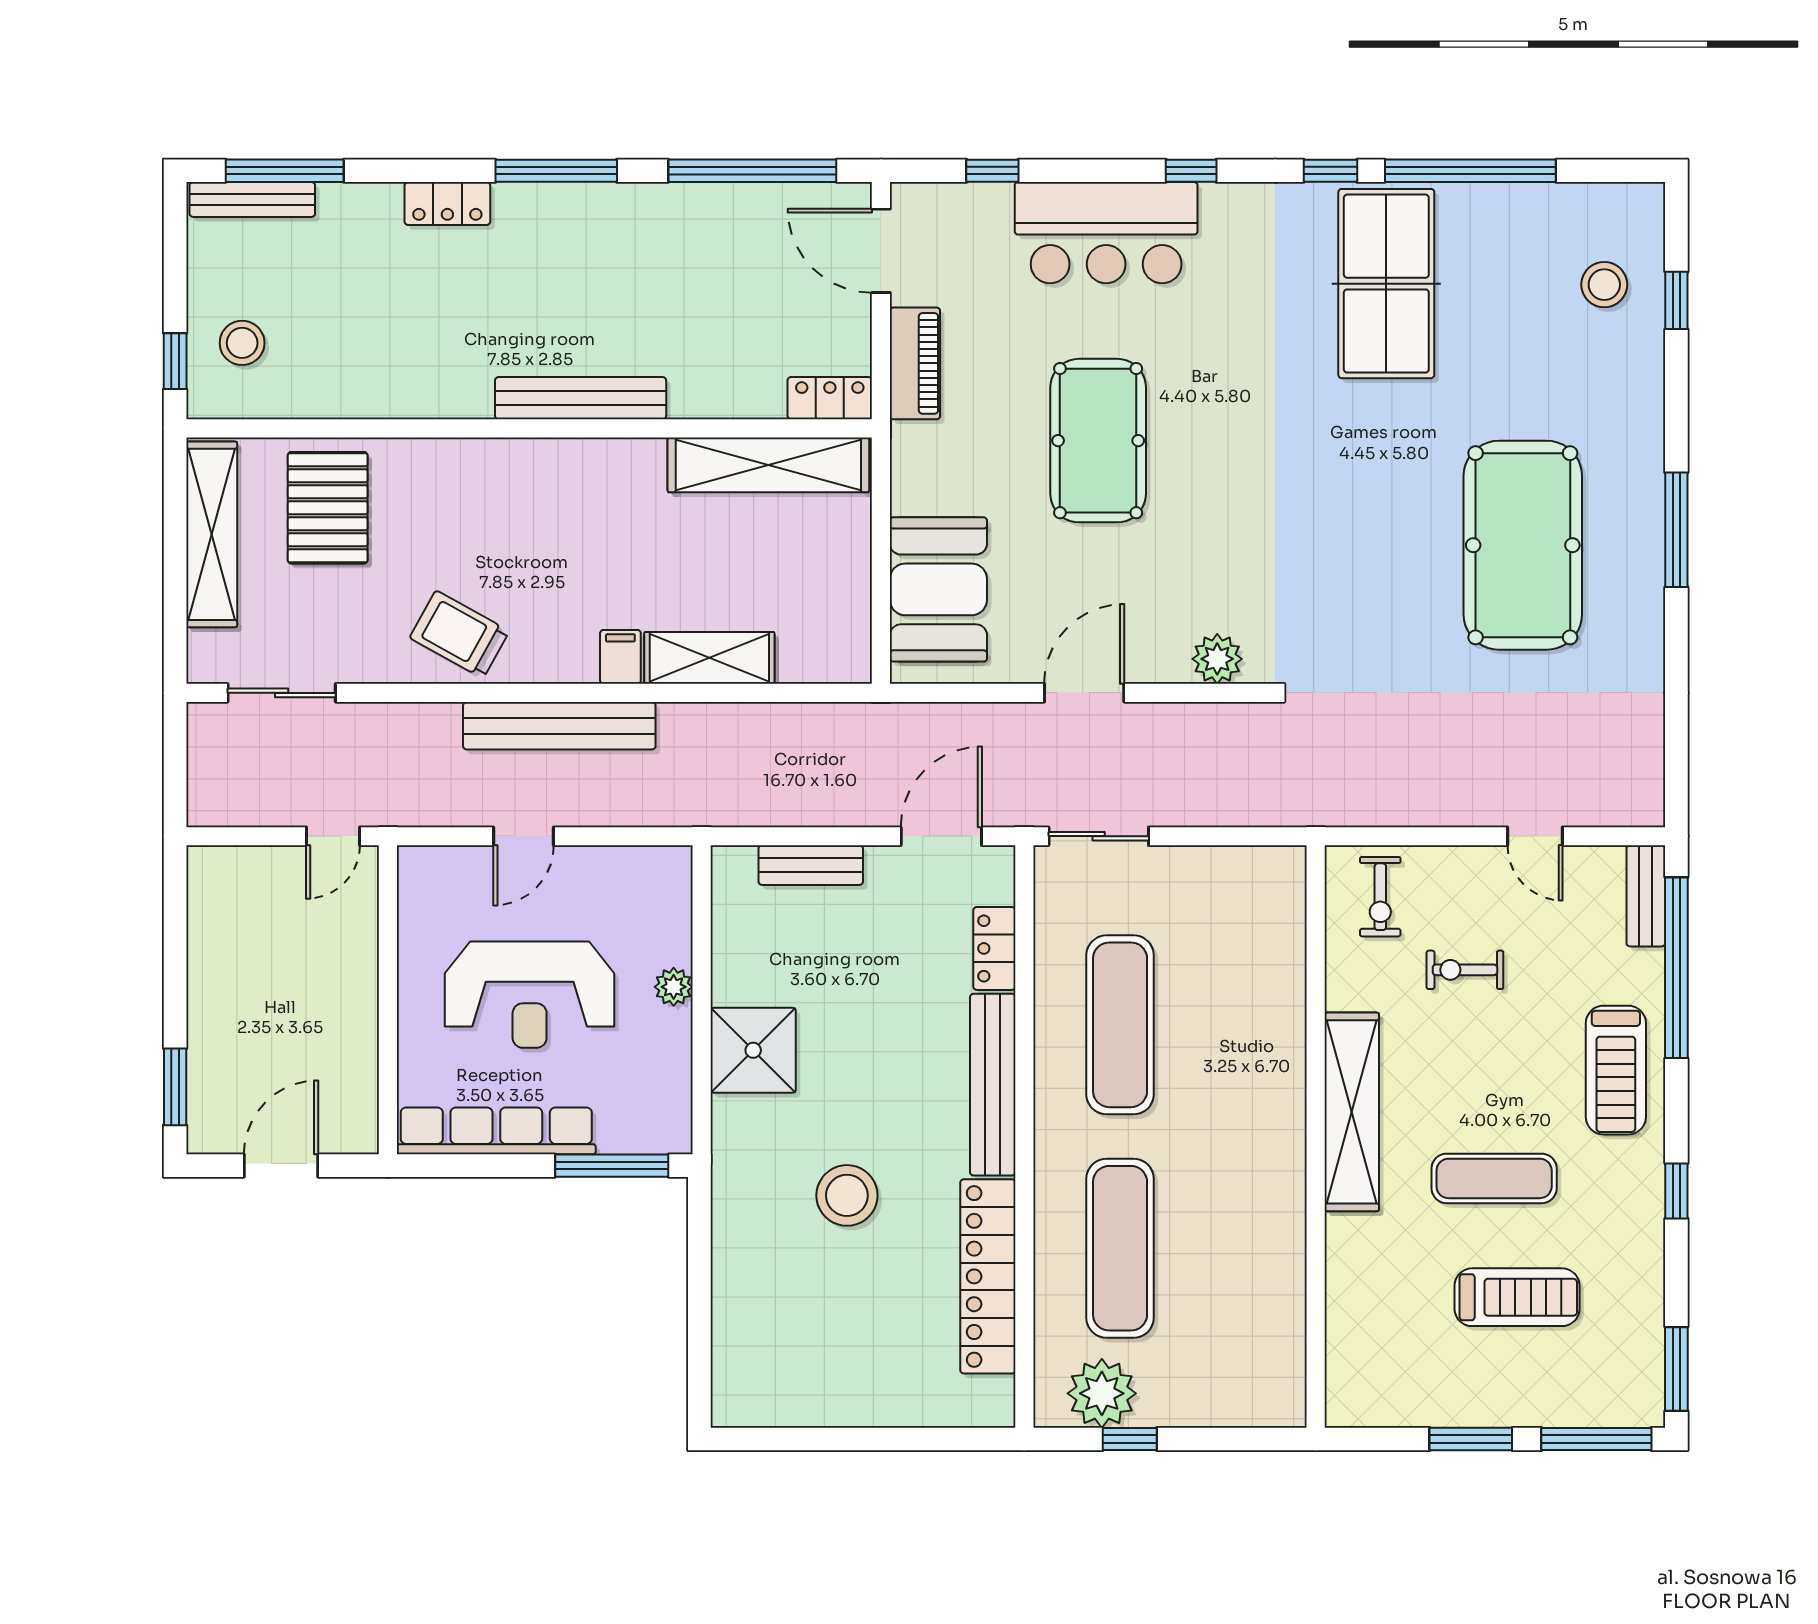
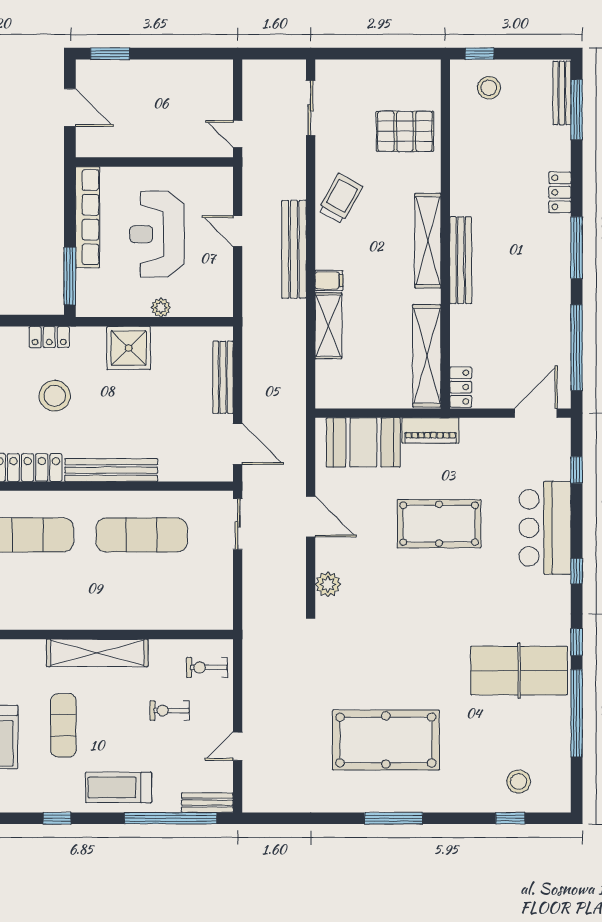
piano: (915, 363) -> (430, 430), moved
shelving: (212, 534) -> (428, 241), moved, turned 90
bench: (811, 865) -> (223, 377), width x1.36
locker: (994, 948) -> (49, 337), moved, turned 180
exercise bike: (1465, 970) -> (170, 711), turned -90

